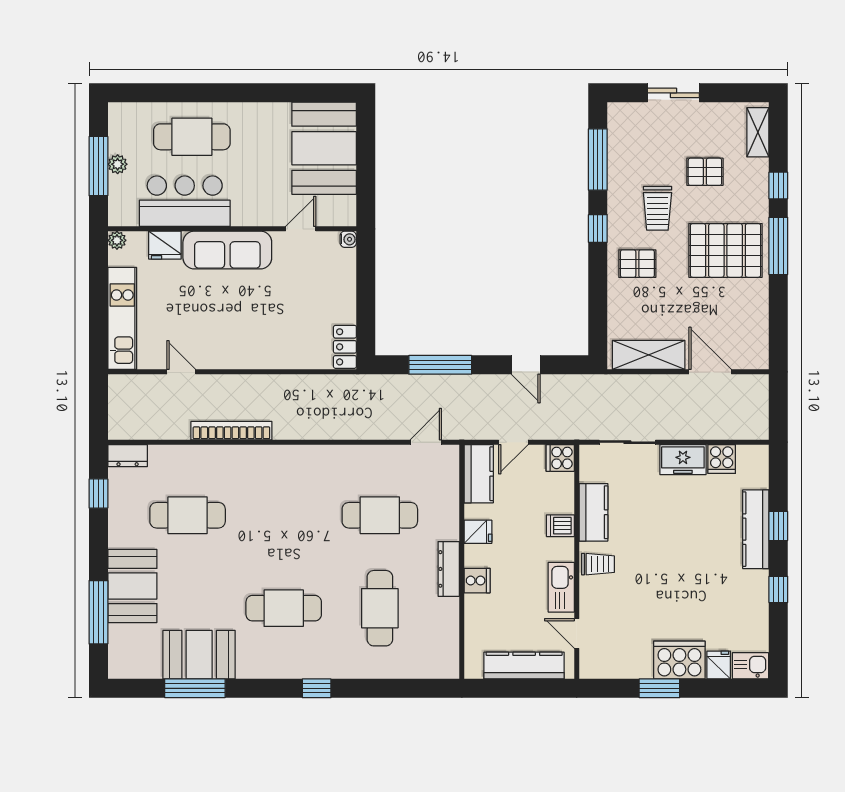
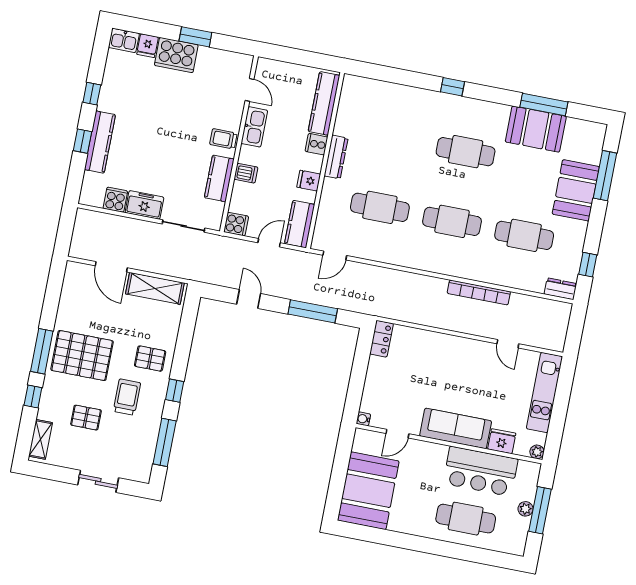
cafe table: (380, 608) -> (452, 221), moved, turned 90
kitchen counter: (524, 666) -> (324, 103), moved, turned 90

